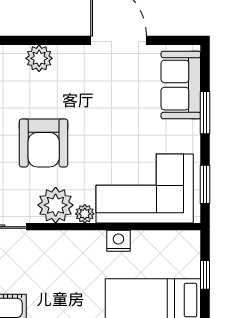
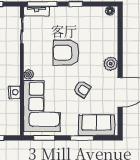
plant: (39, 58) -> (111, 64), moved
armchair: (113, 112) -> (82, 89), added
plant: (56, 205) -> (33, 59), removed

